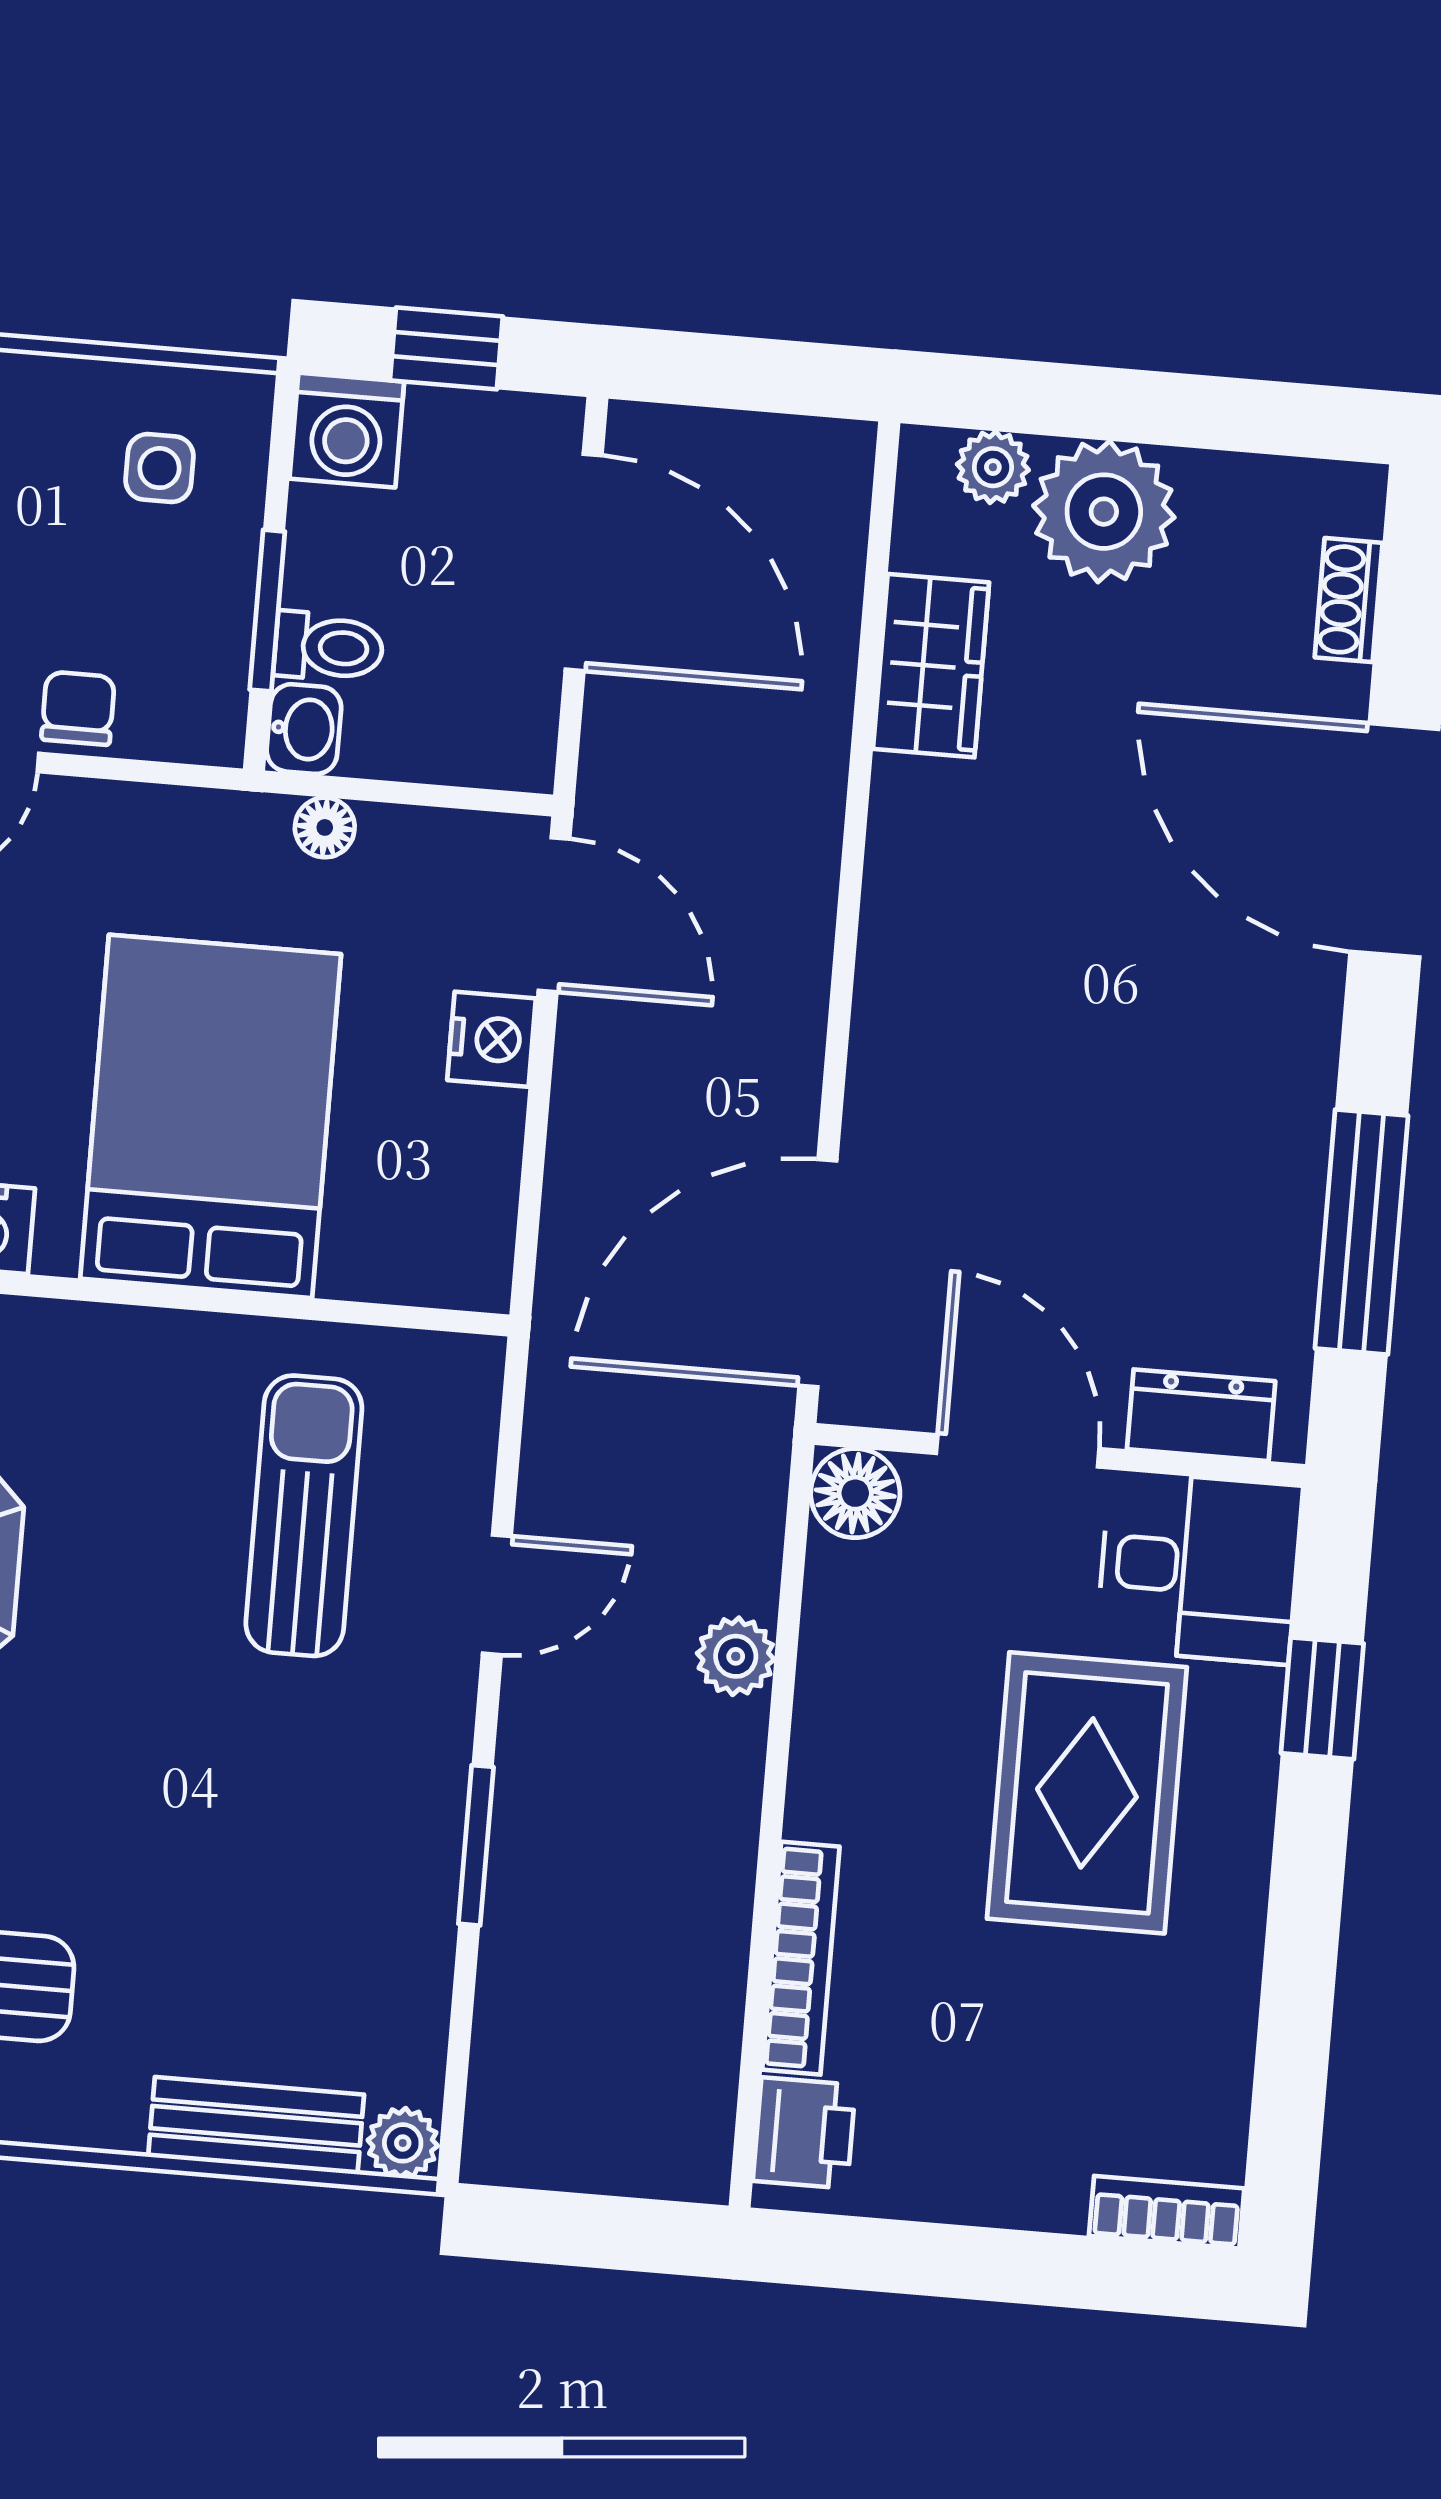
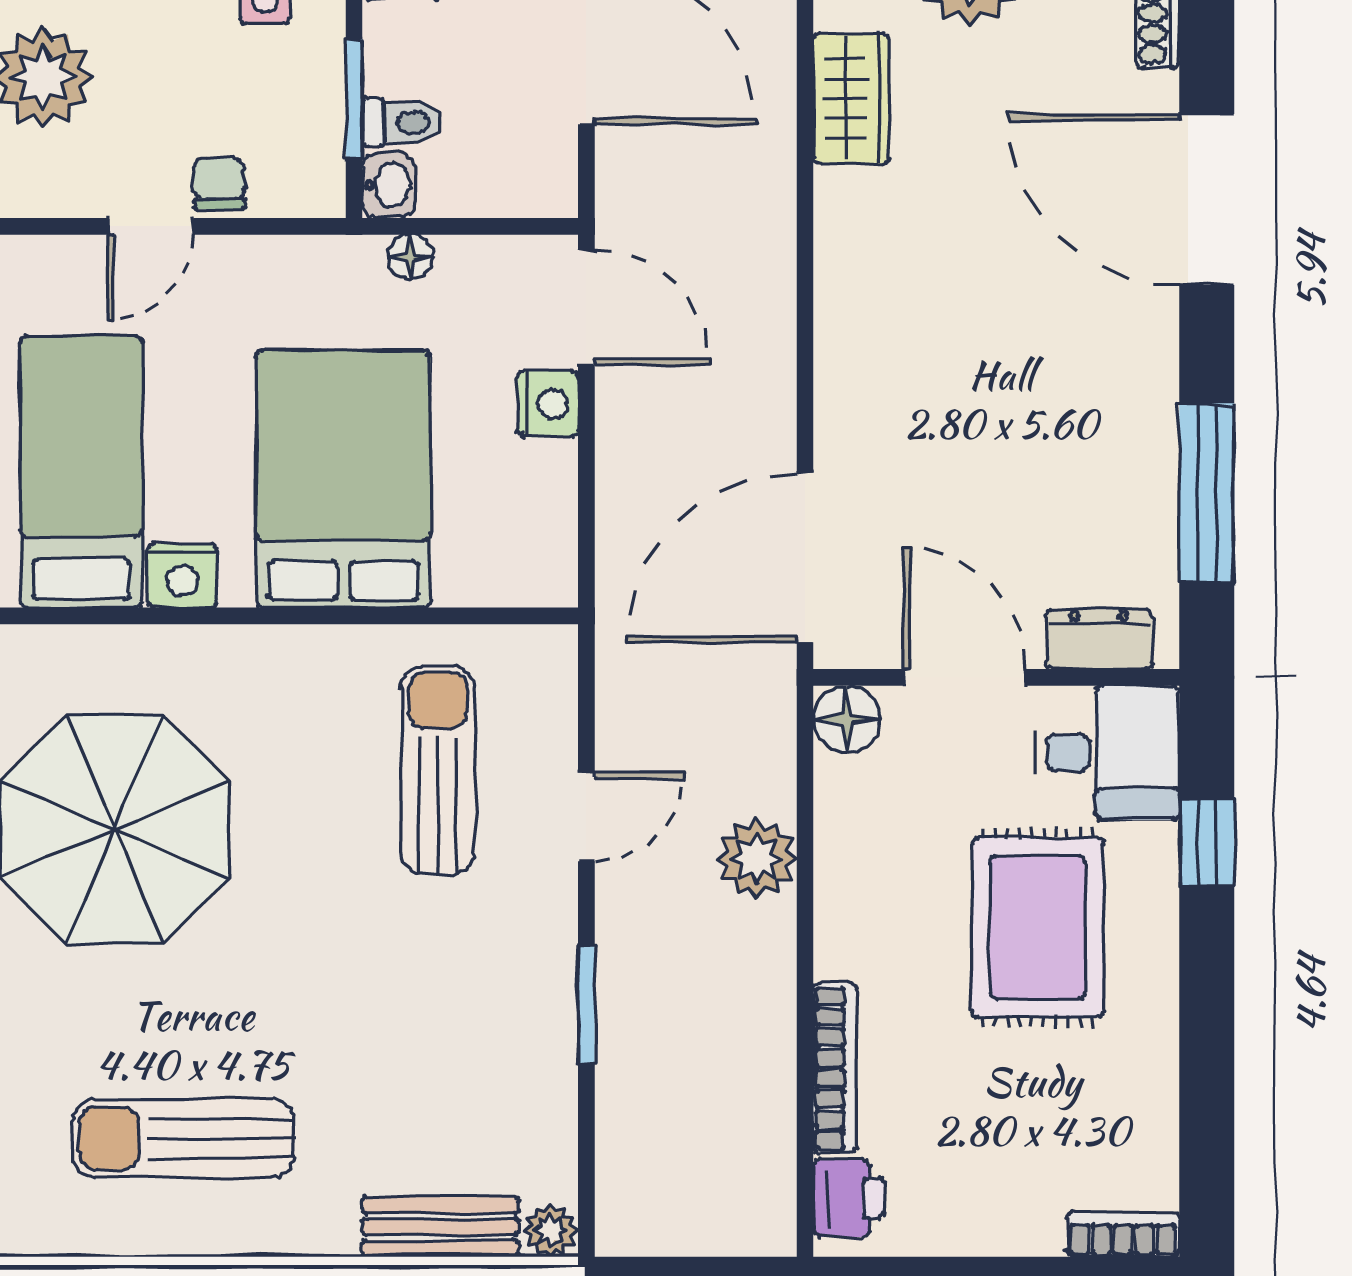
plant: (736, 1656) -> (757, 859), width x1.38, depth x1.38

